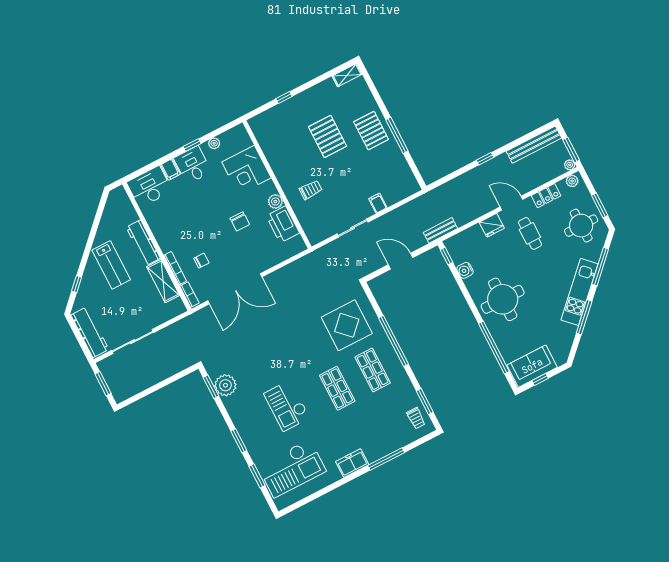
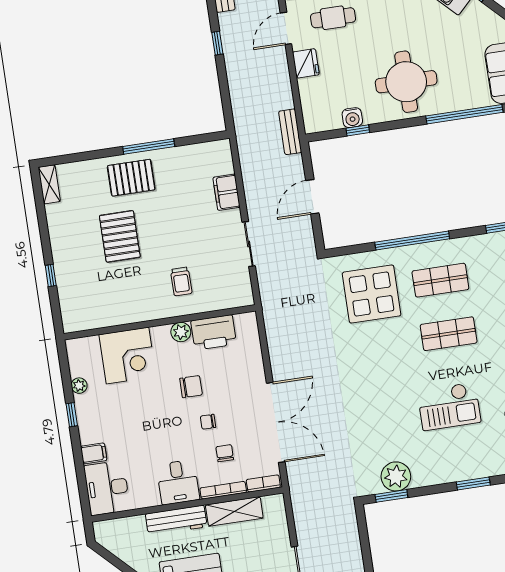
pallet: (328, 136) -> (120, 236), turned 90
desk: (193, 165) -> (178, 482), moved, turned -90
trolley: (311, 190) -> (181, 281), turned 180
filing cabinet: (378, 203) -> (227, 192), width x2.00
chair: (219, 242) -> (208, 422), added
window: (447, 256) -> (358, 130), moved

